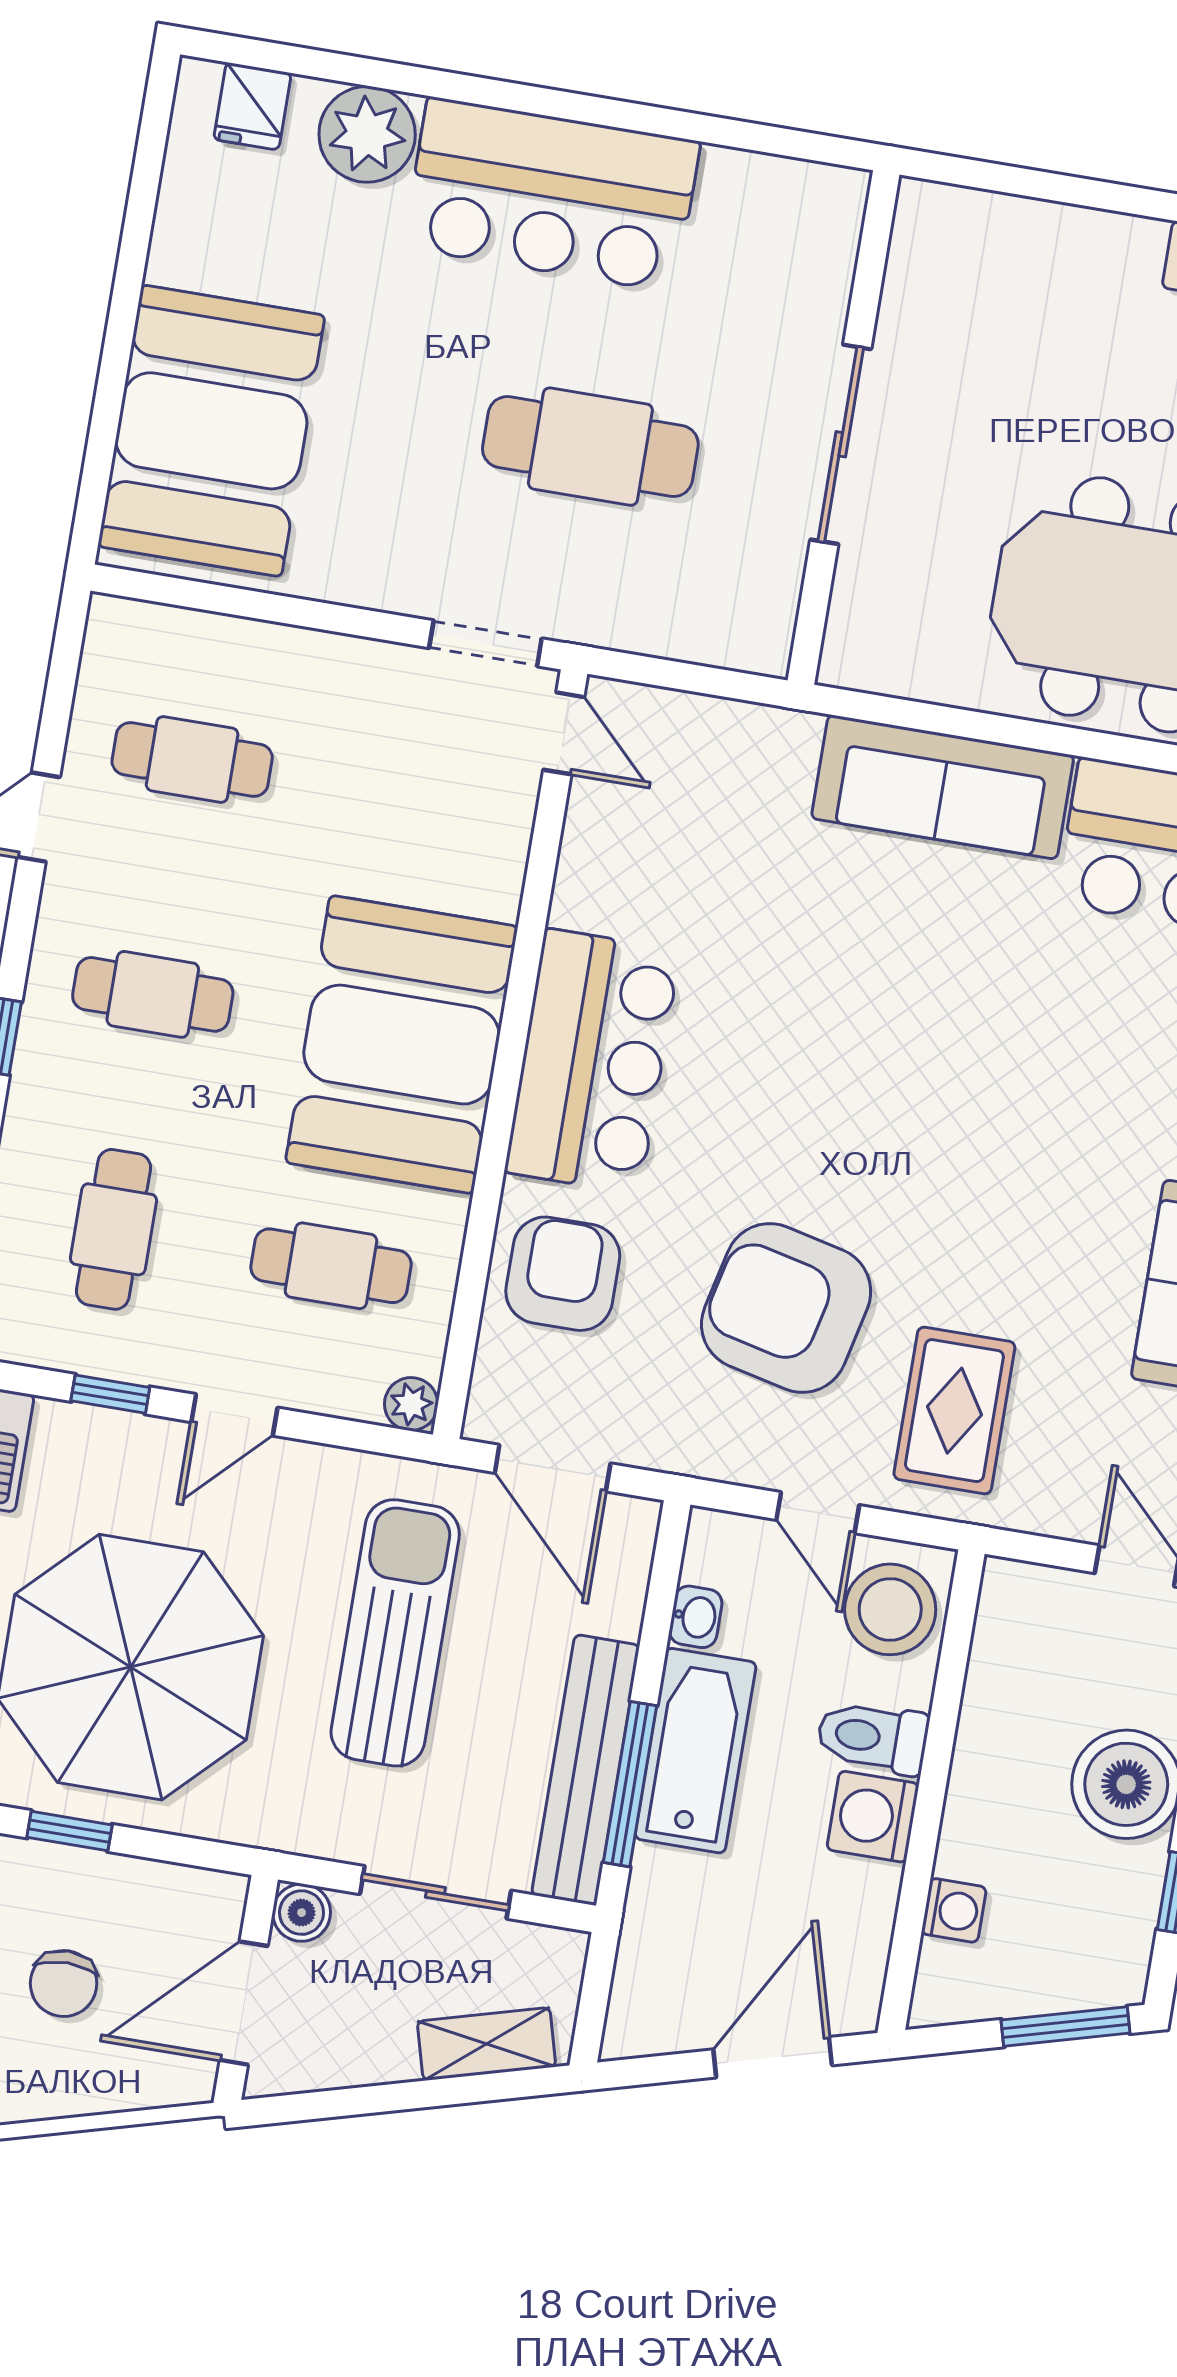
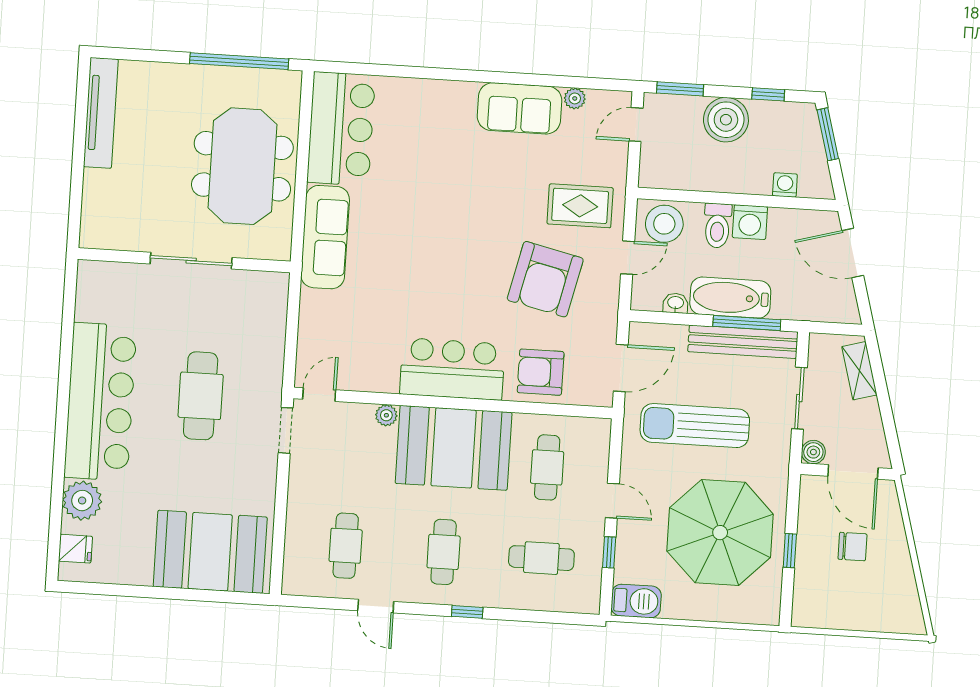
bar counter: (552, 195) -> (100, 402), width x1.36
wall: (844, 428) -> (184, 260), moved
sliding door: (841, 444) -> (191, 261), moved
plant: (411, 1404) -> (386, 415), moved

